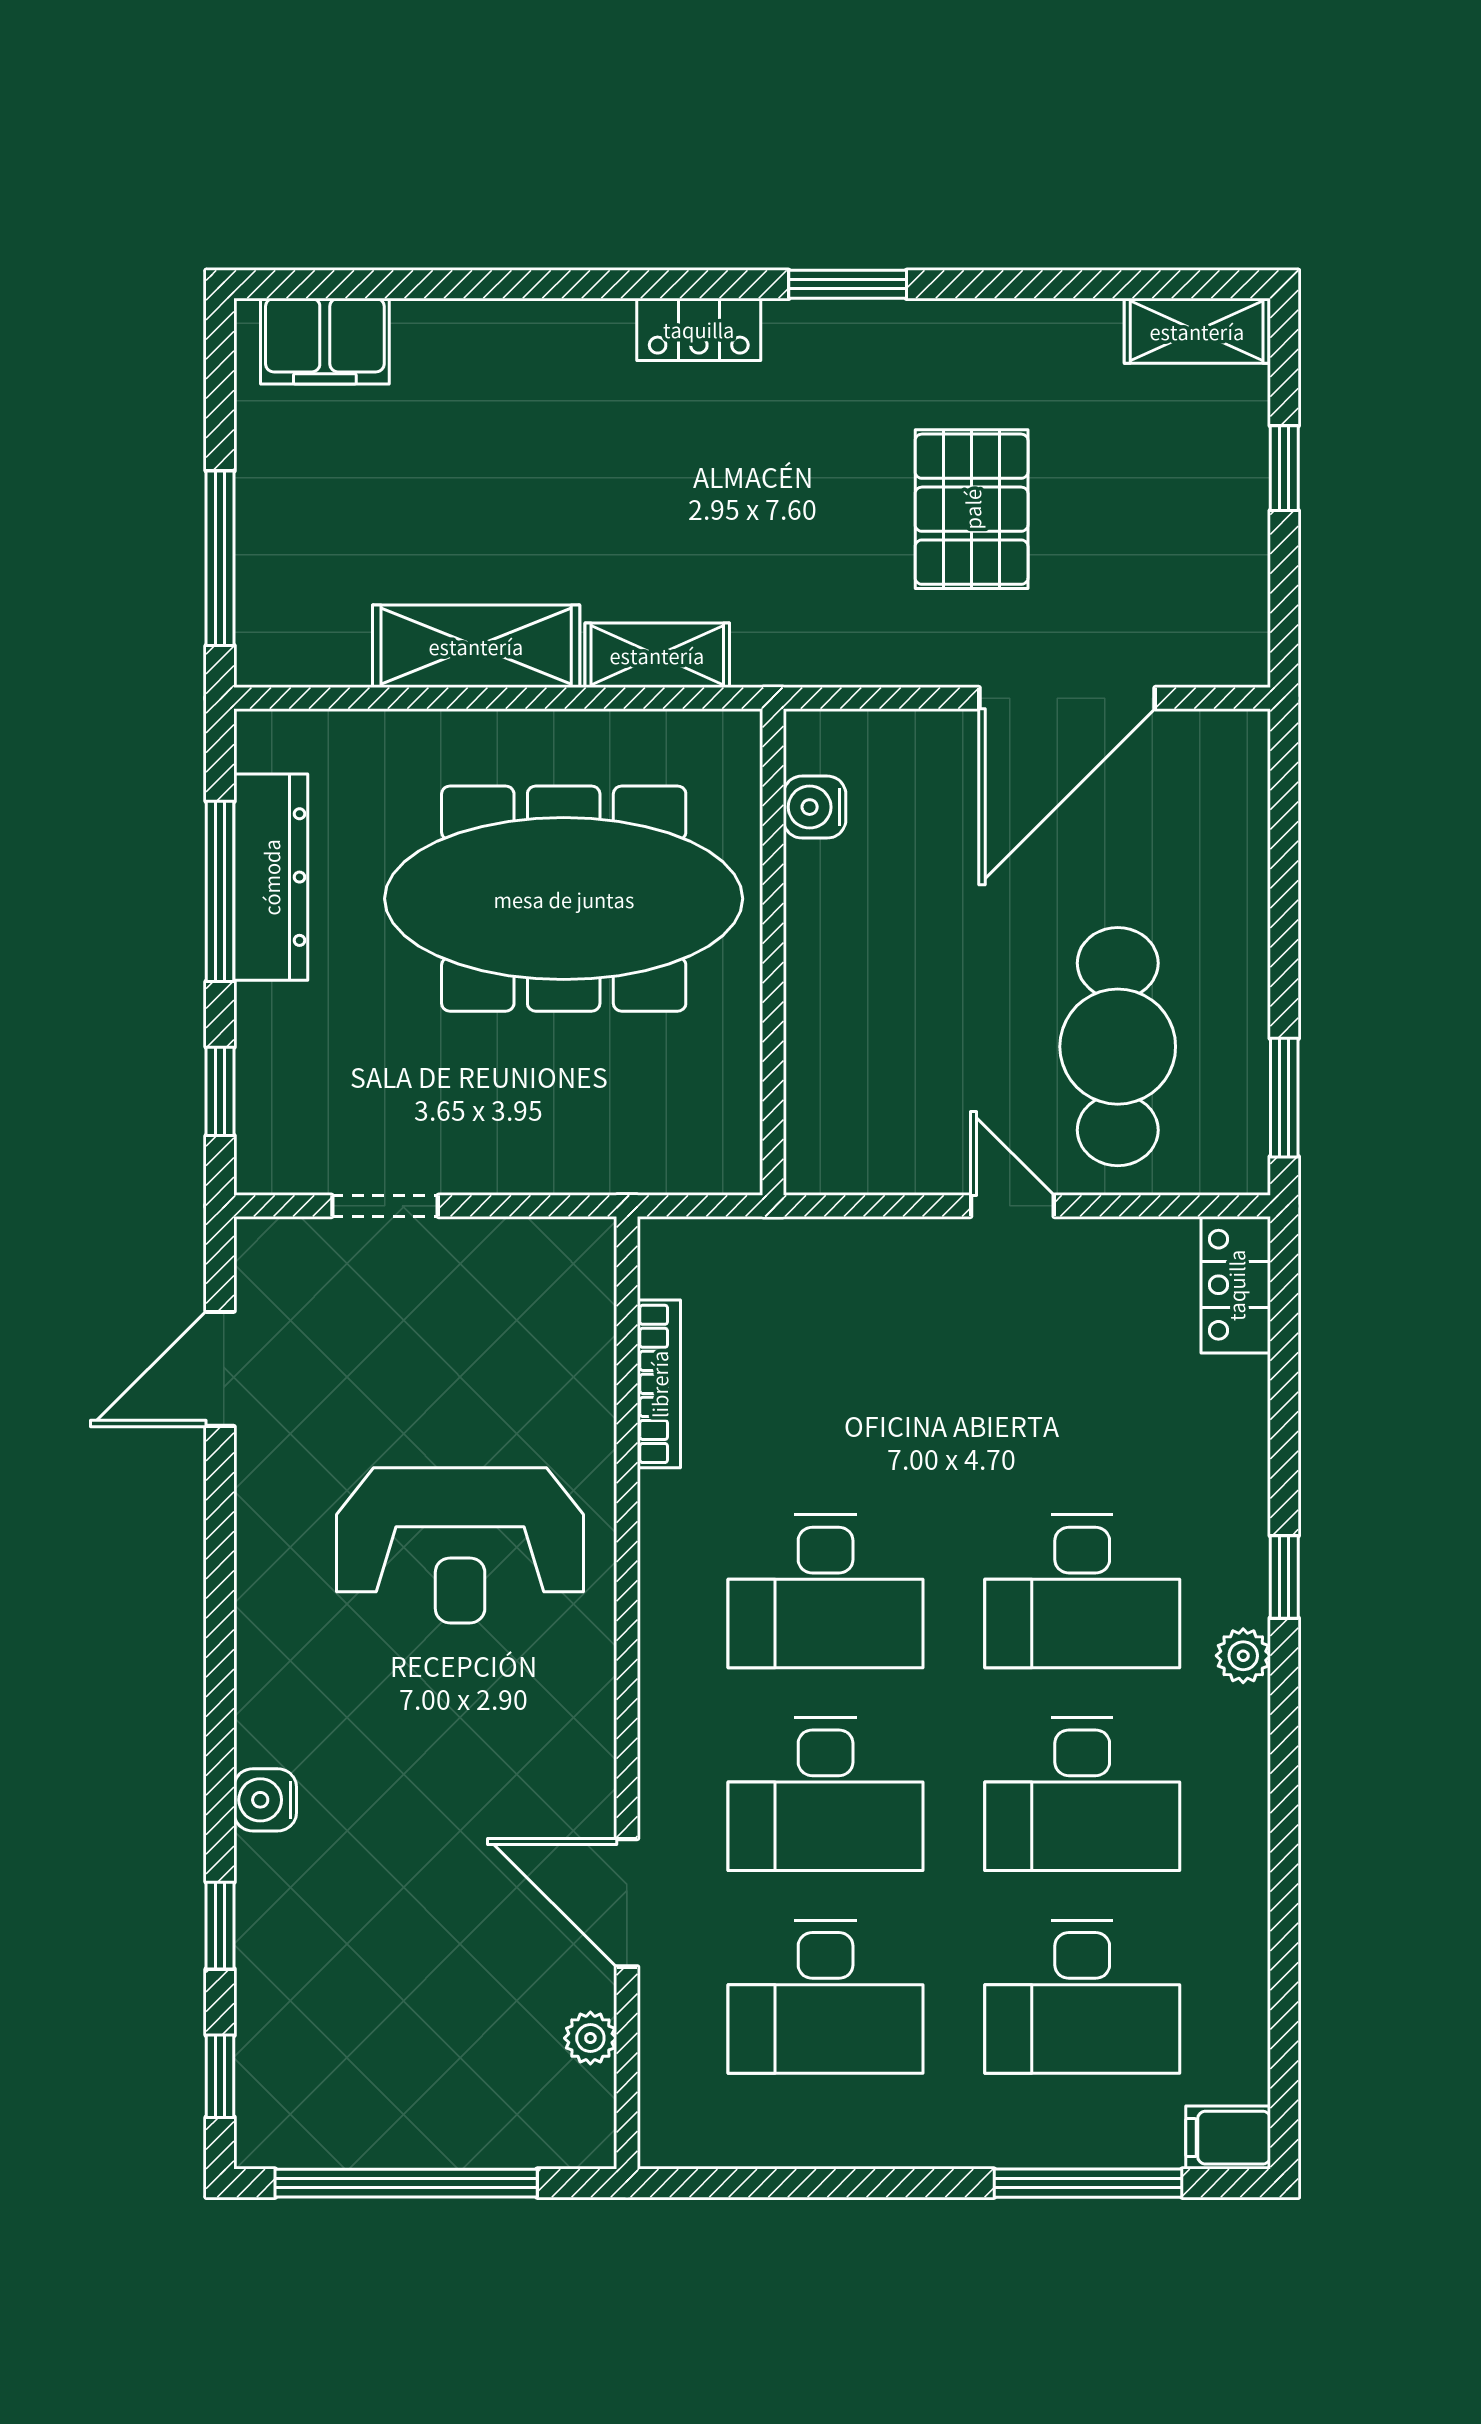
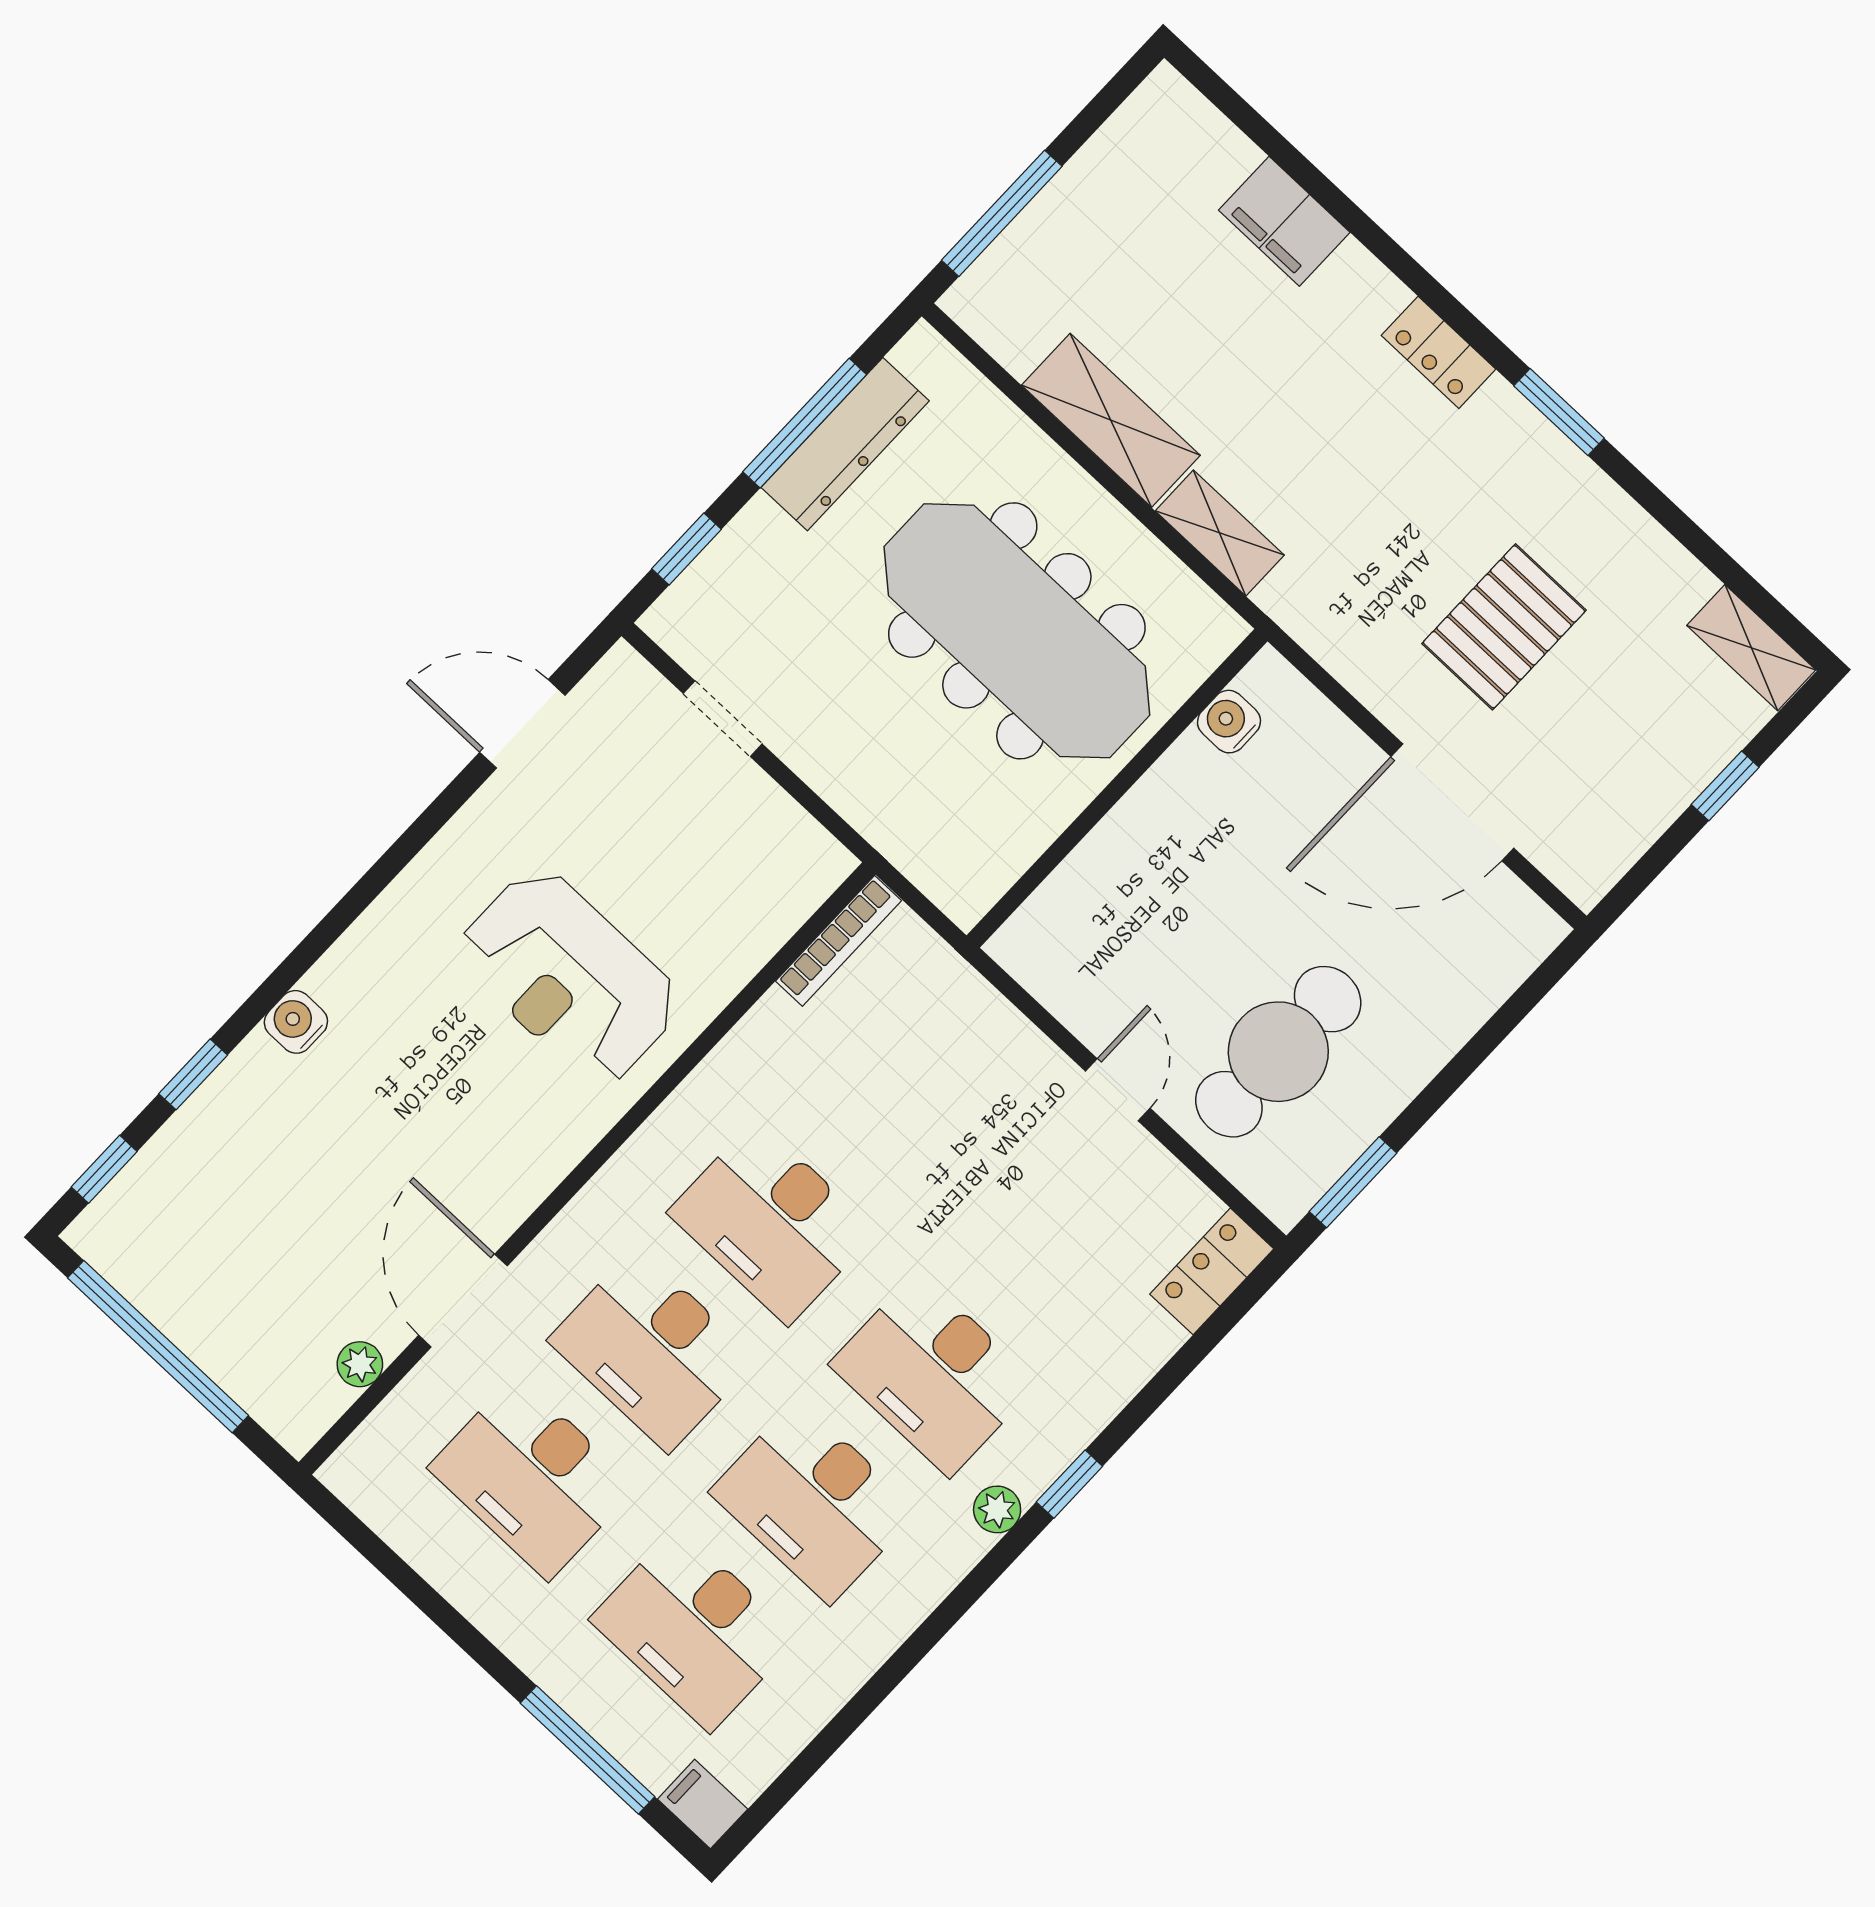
filing cabinet: (325, 341) -> (1284, 221), moved
bookcase: (659, 1384) -> (839, 941), moved

